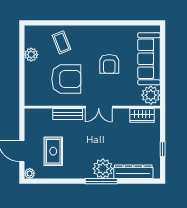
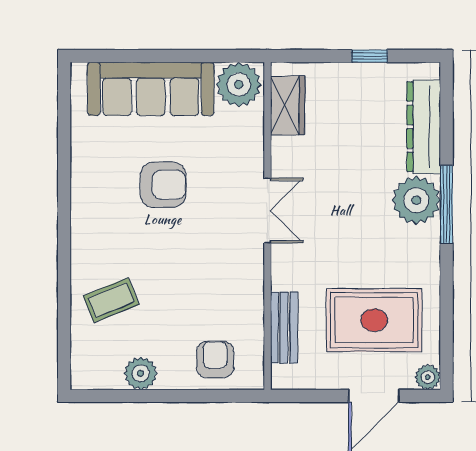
armchair: (66, 79) -> (215, 360), moved, width x0.53, depth x0.53
bench: (68, 114) -> (284, 328), moved
rug: (53, 151) -> (374, 320), width x1.36, depth x1.43

